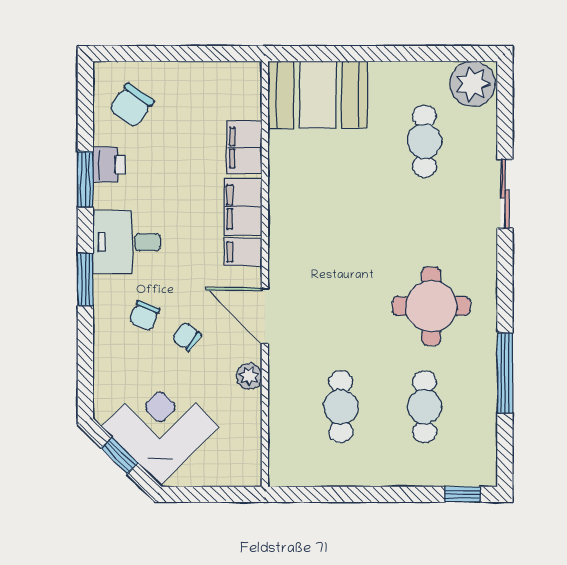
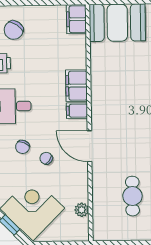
filing cabinet: (244, 147) -> (76, 19), moved
plant: (249, 376) -> (82, 210), moved

